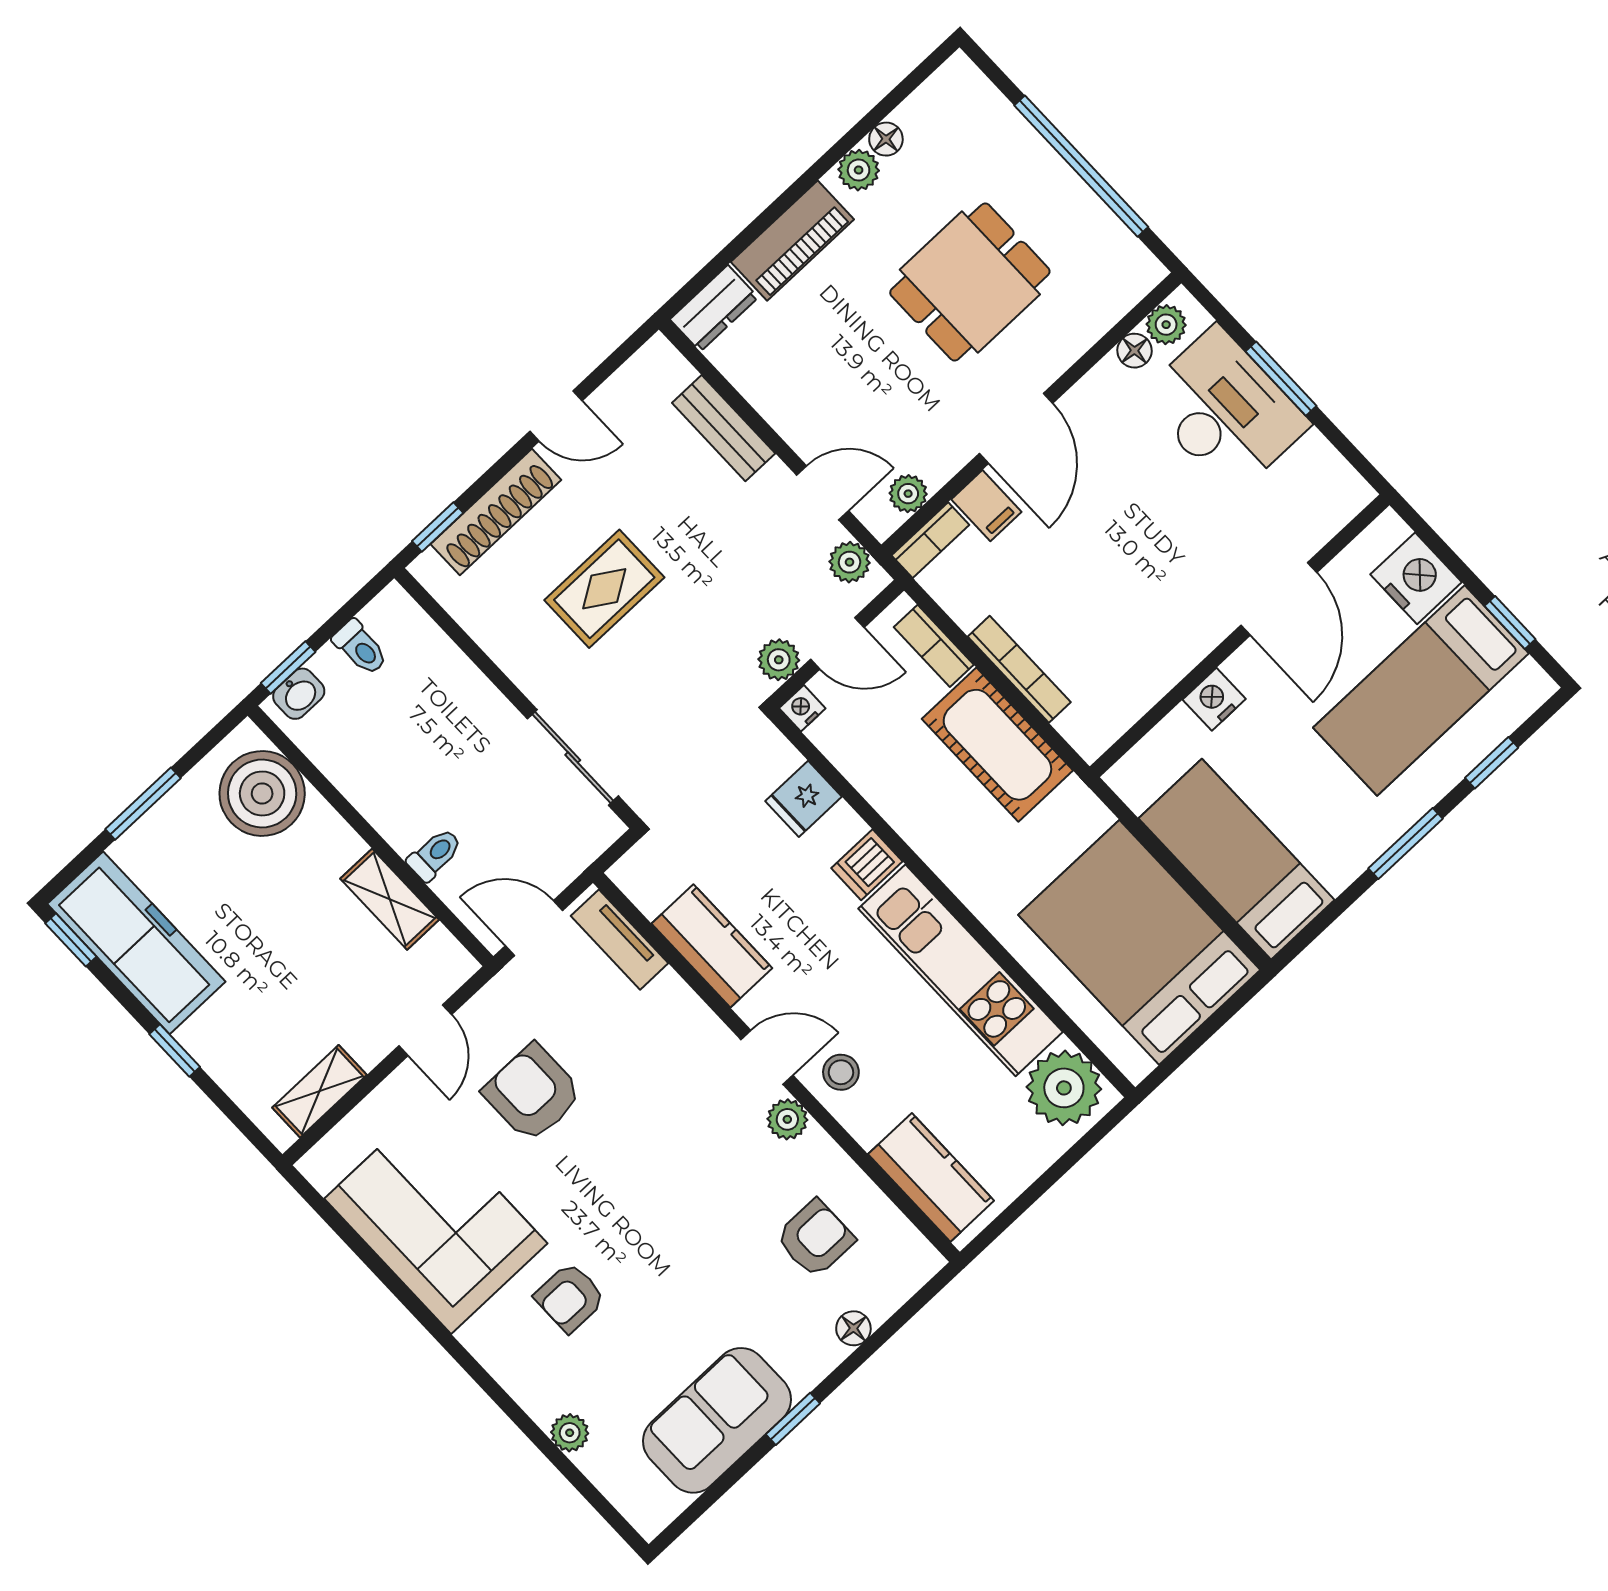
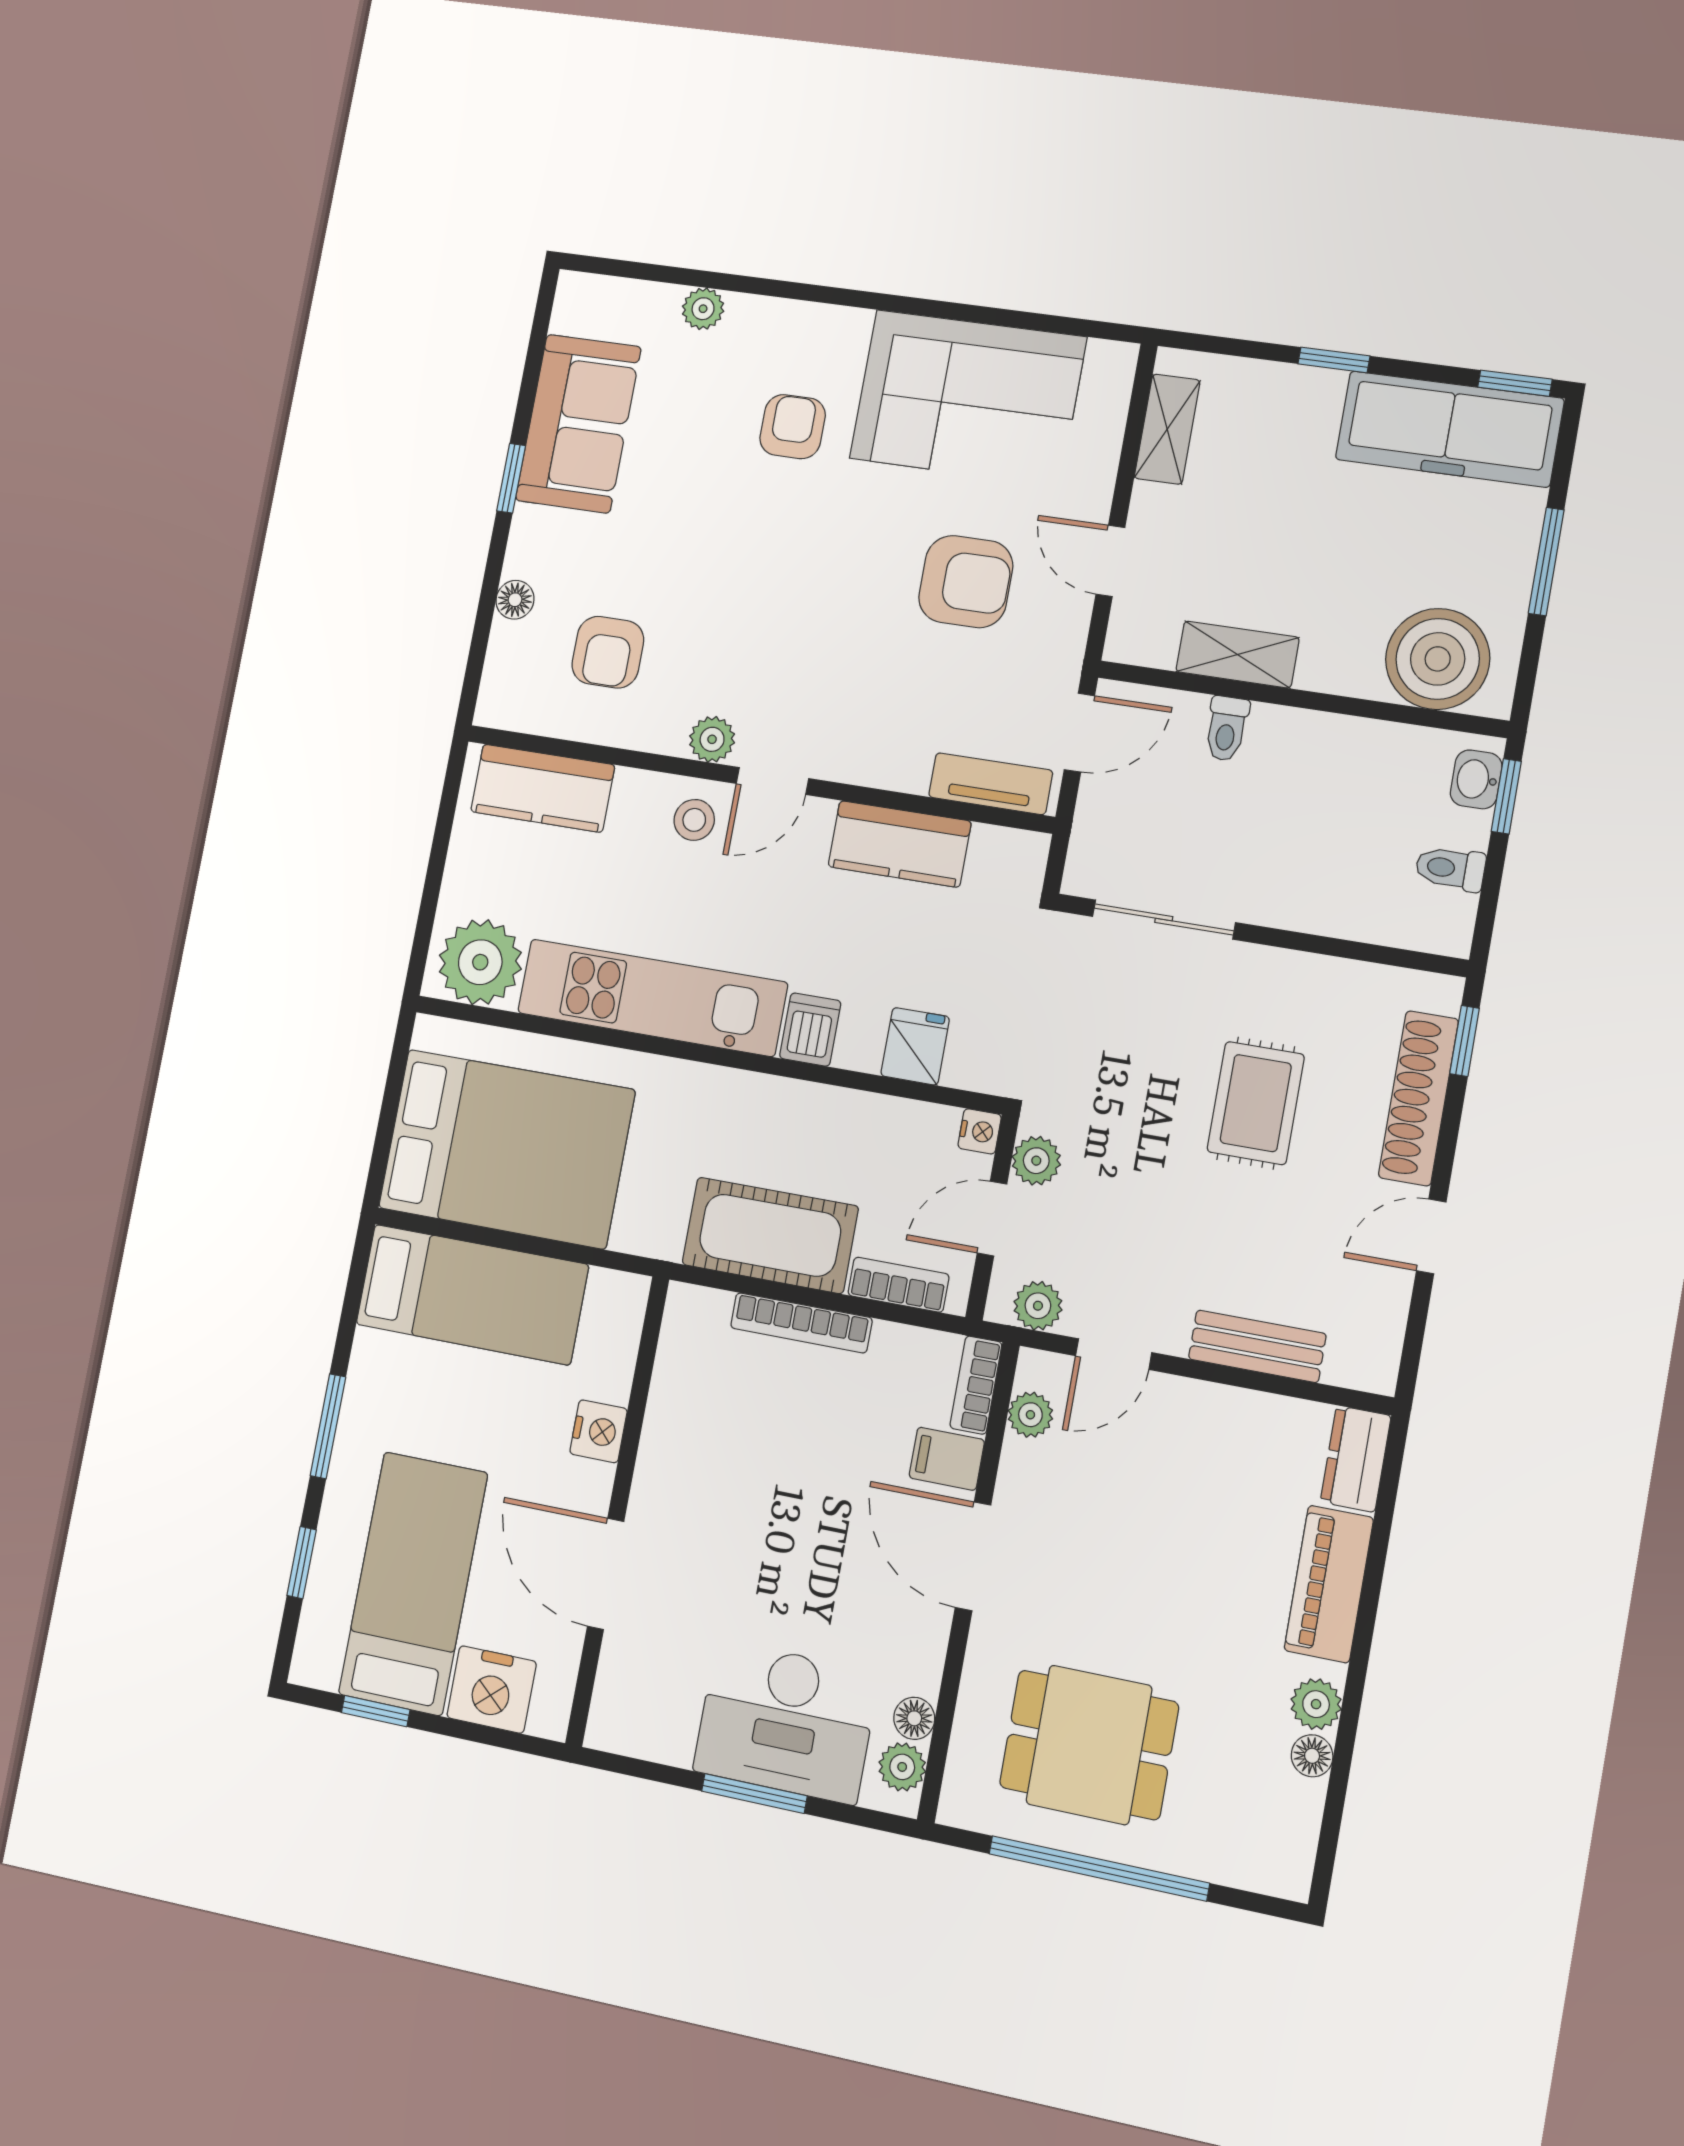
dining table: (970, 282) -> (1089, 1745), moved, turned 90

